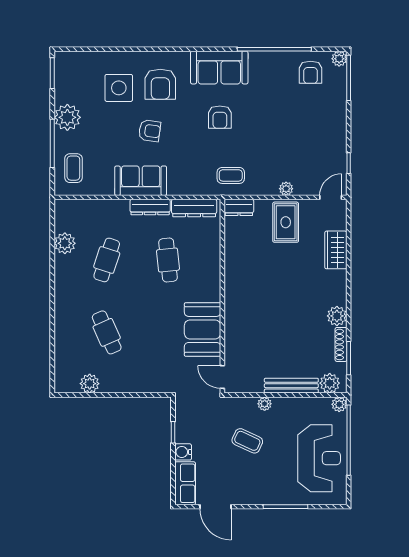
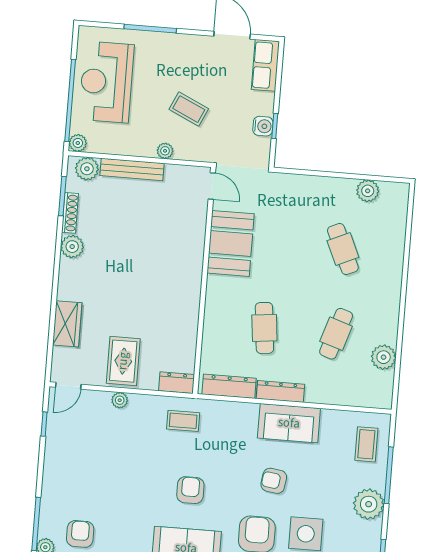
water cooler: (183, 452) -> (263, 126), moved

